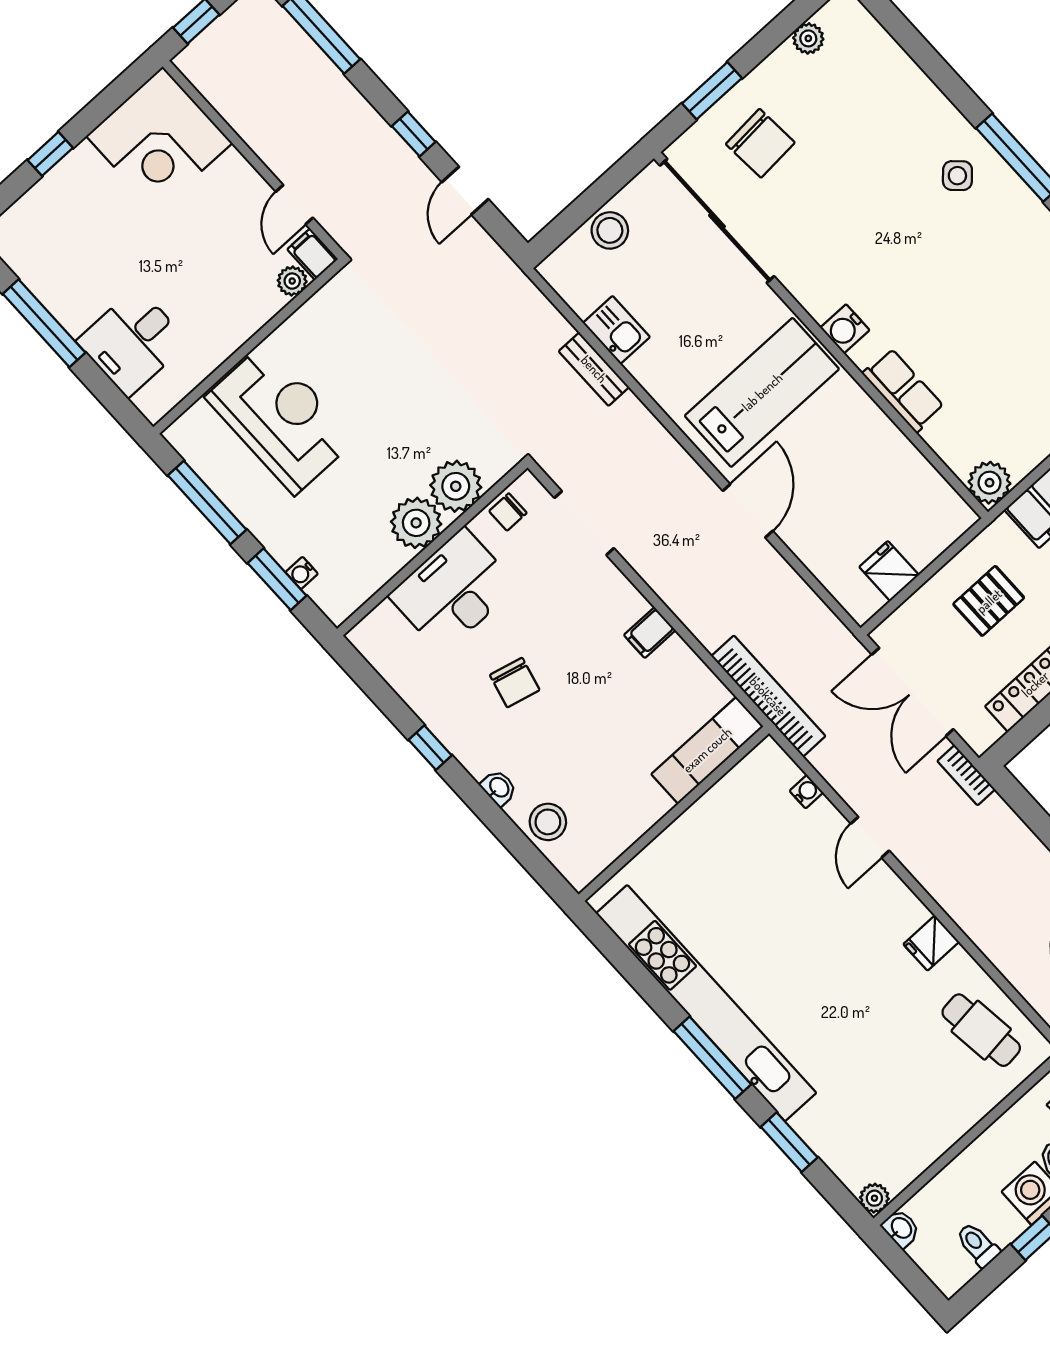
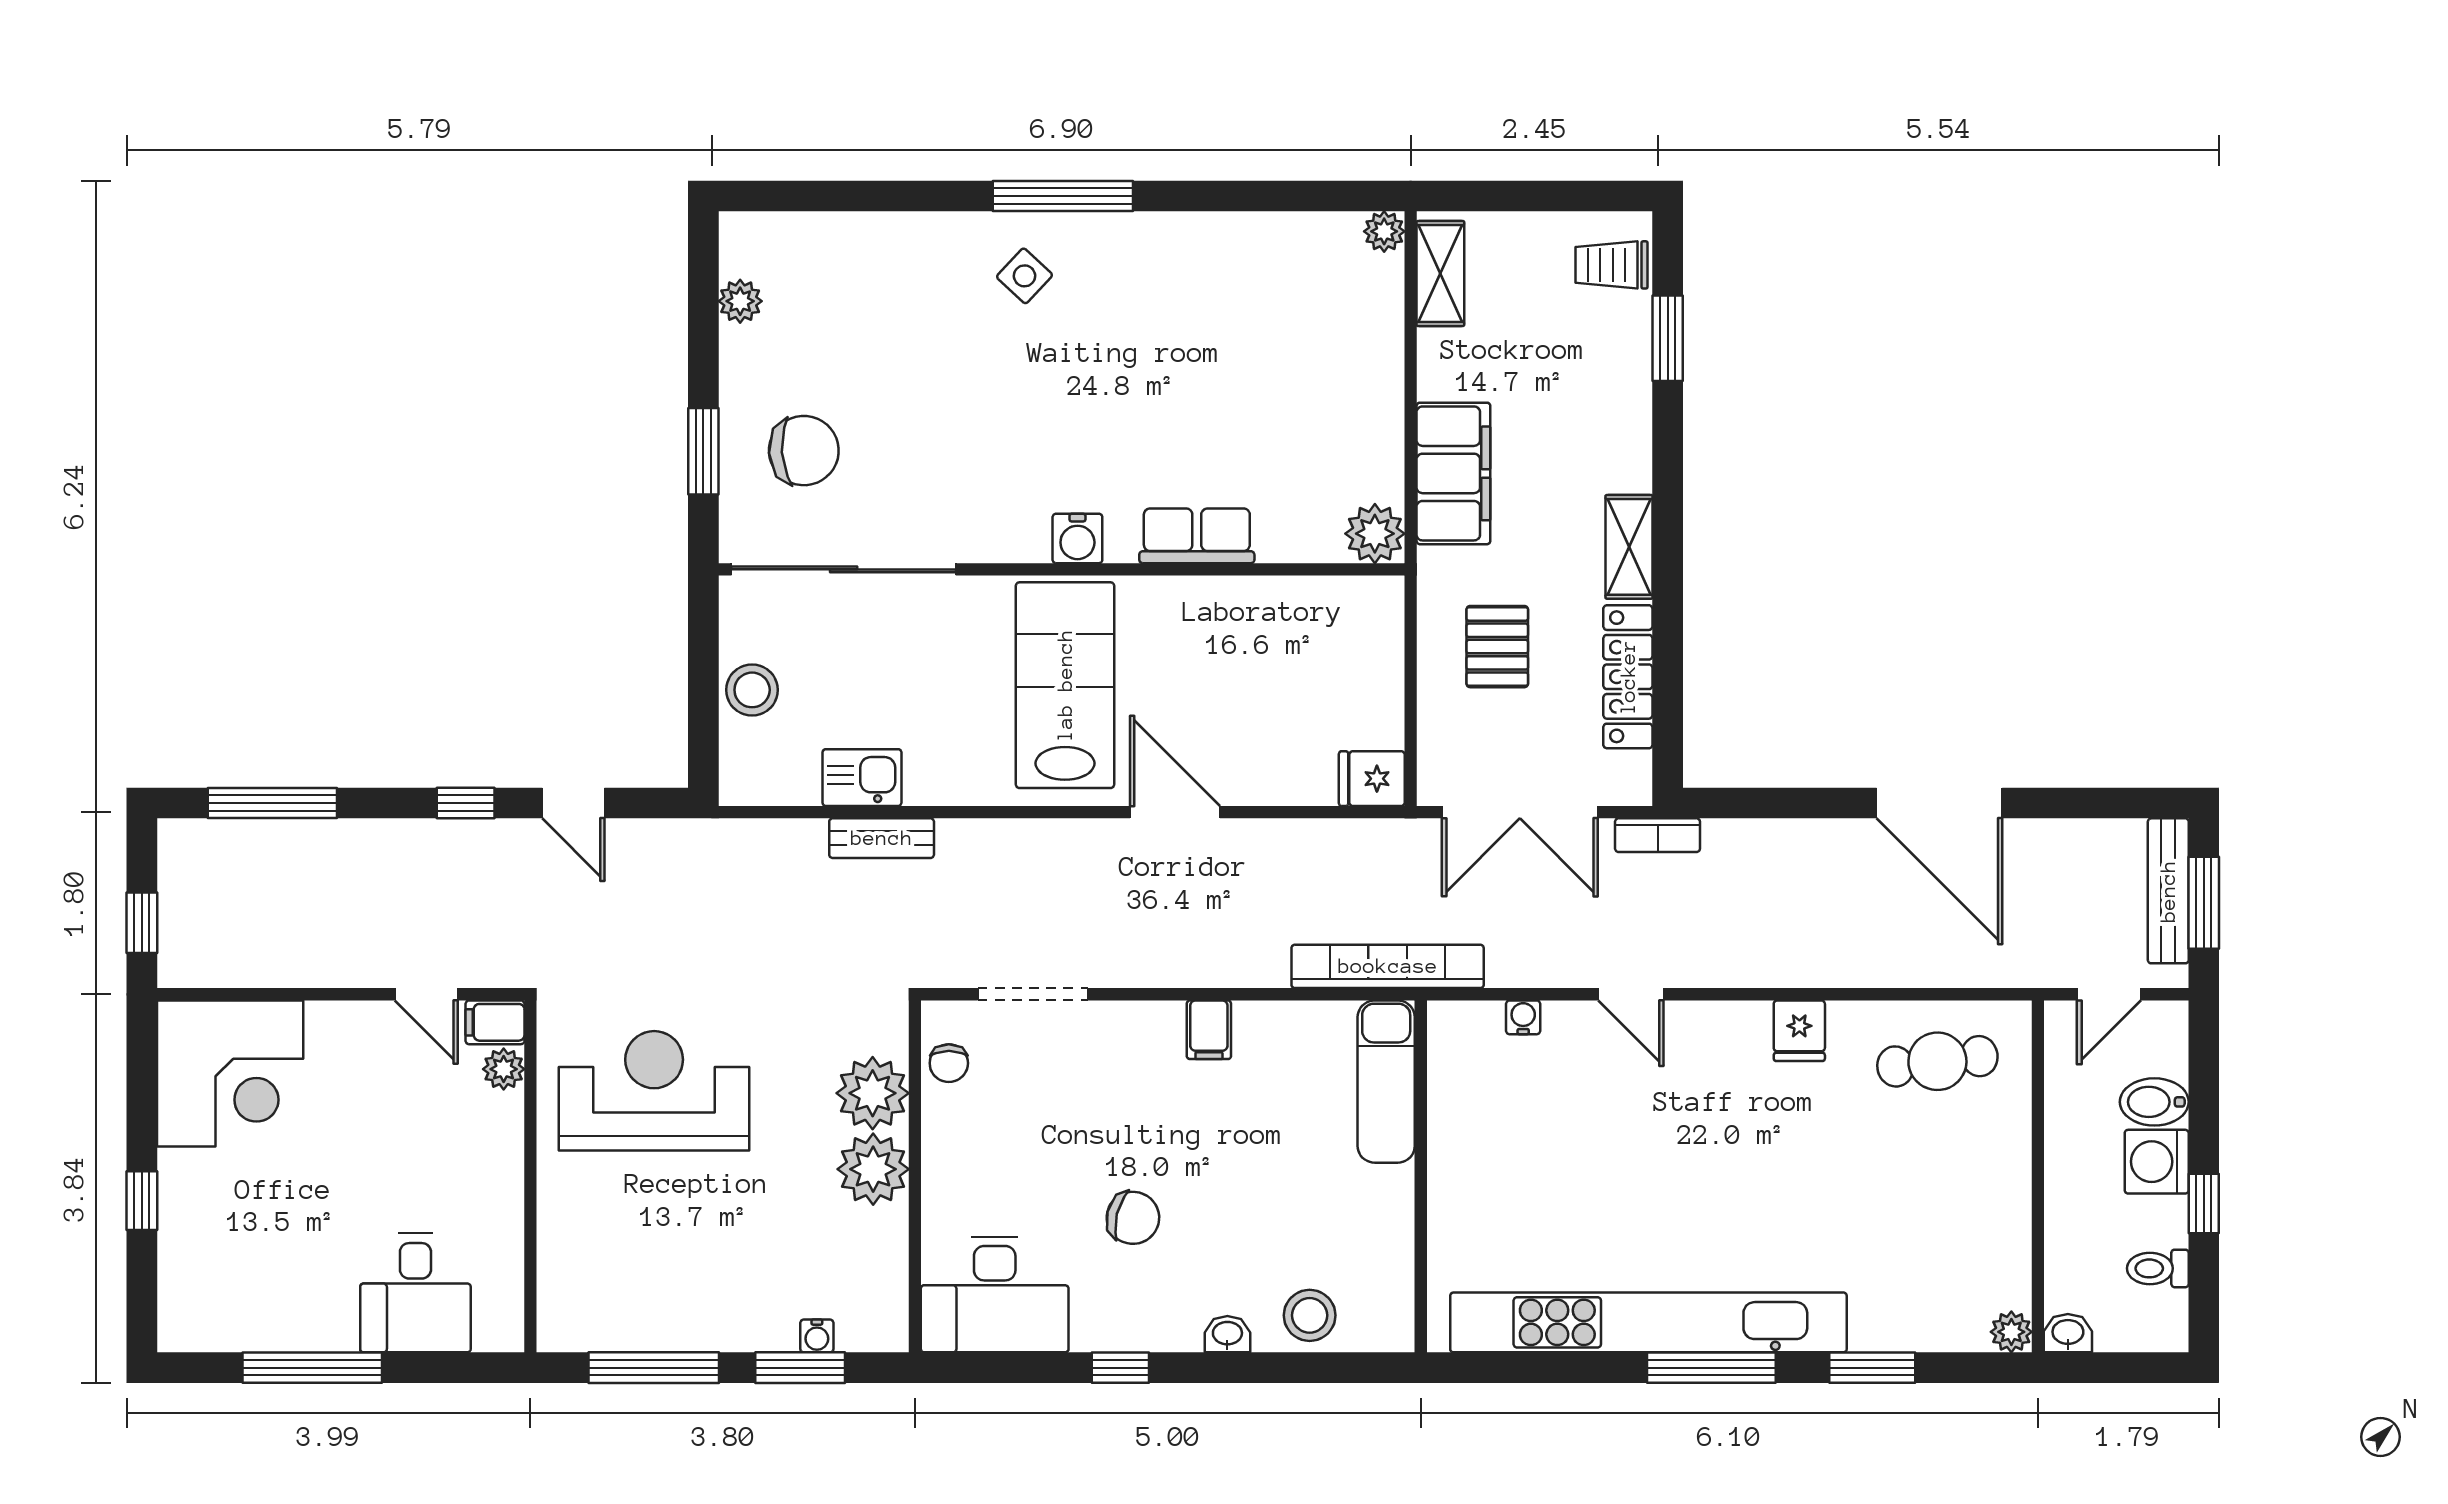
reception desk: (280, 418) -> (654, 1091), moved
fridge: (889, 571) -> (1372, 779), moved
desk: (453, 591) -> (995, 1294), moved, turned -90

